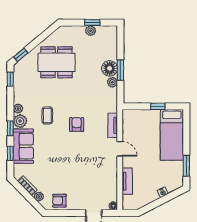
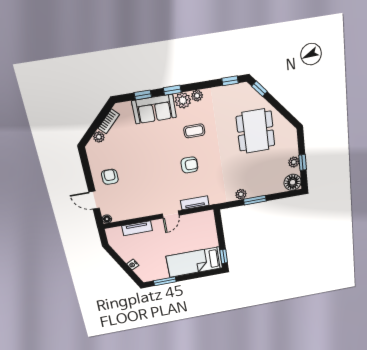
floor lamp: (110, 68) -> (293, 182), moved
window: (158, 106) -> (224, 256), moved
armchair: (59, 201) -> (110, 177), moved

